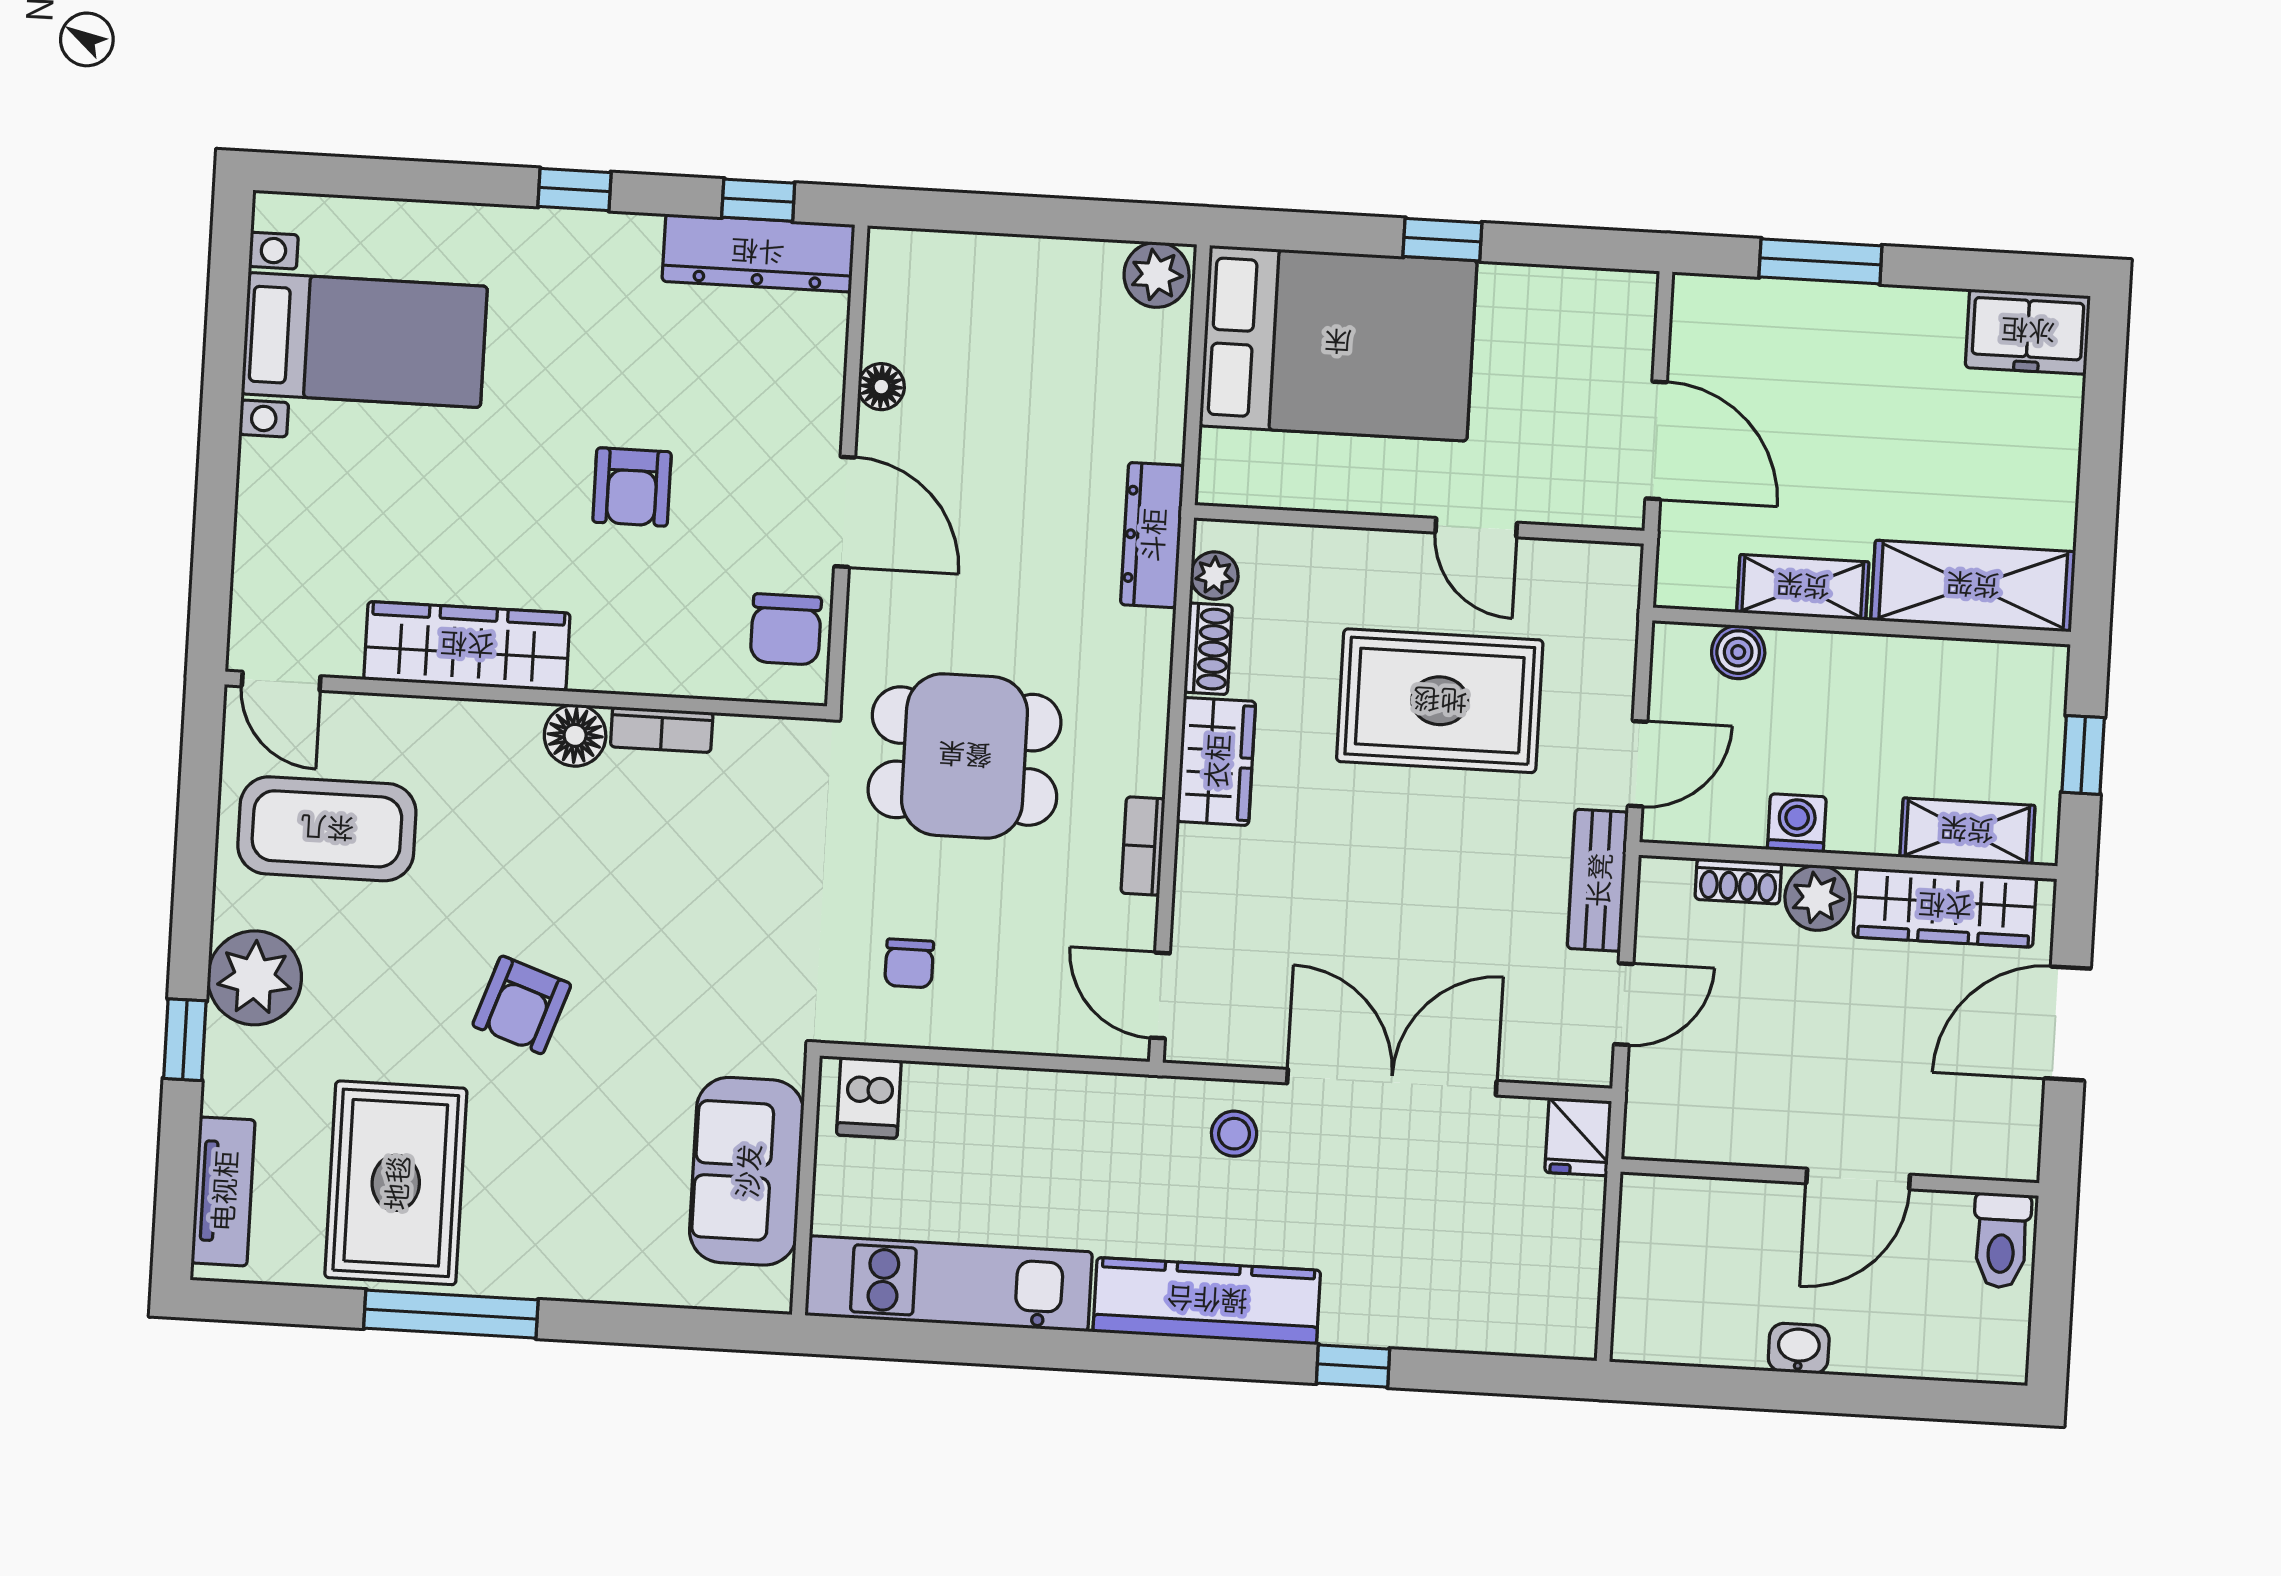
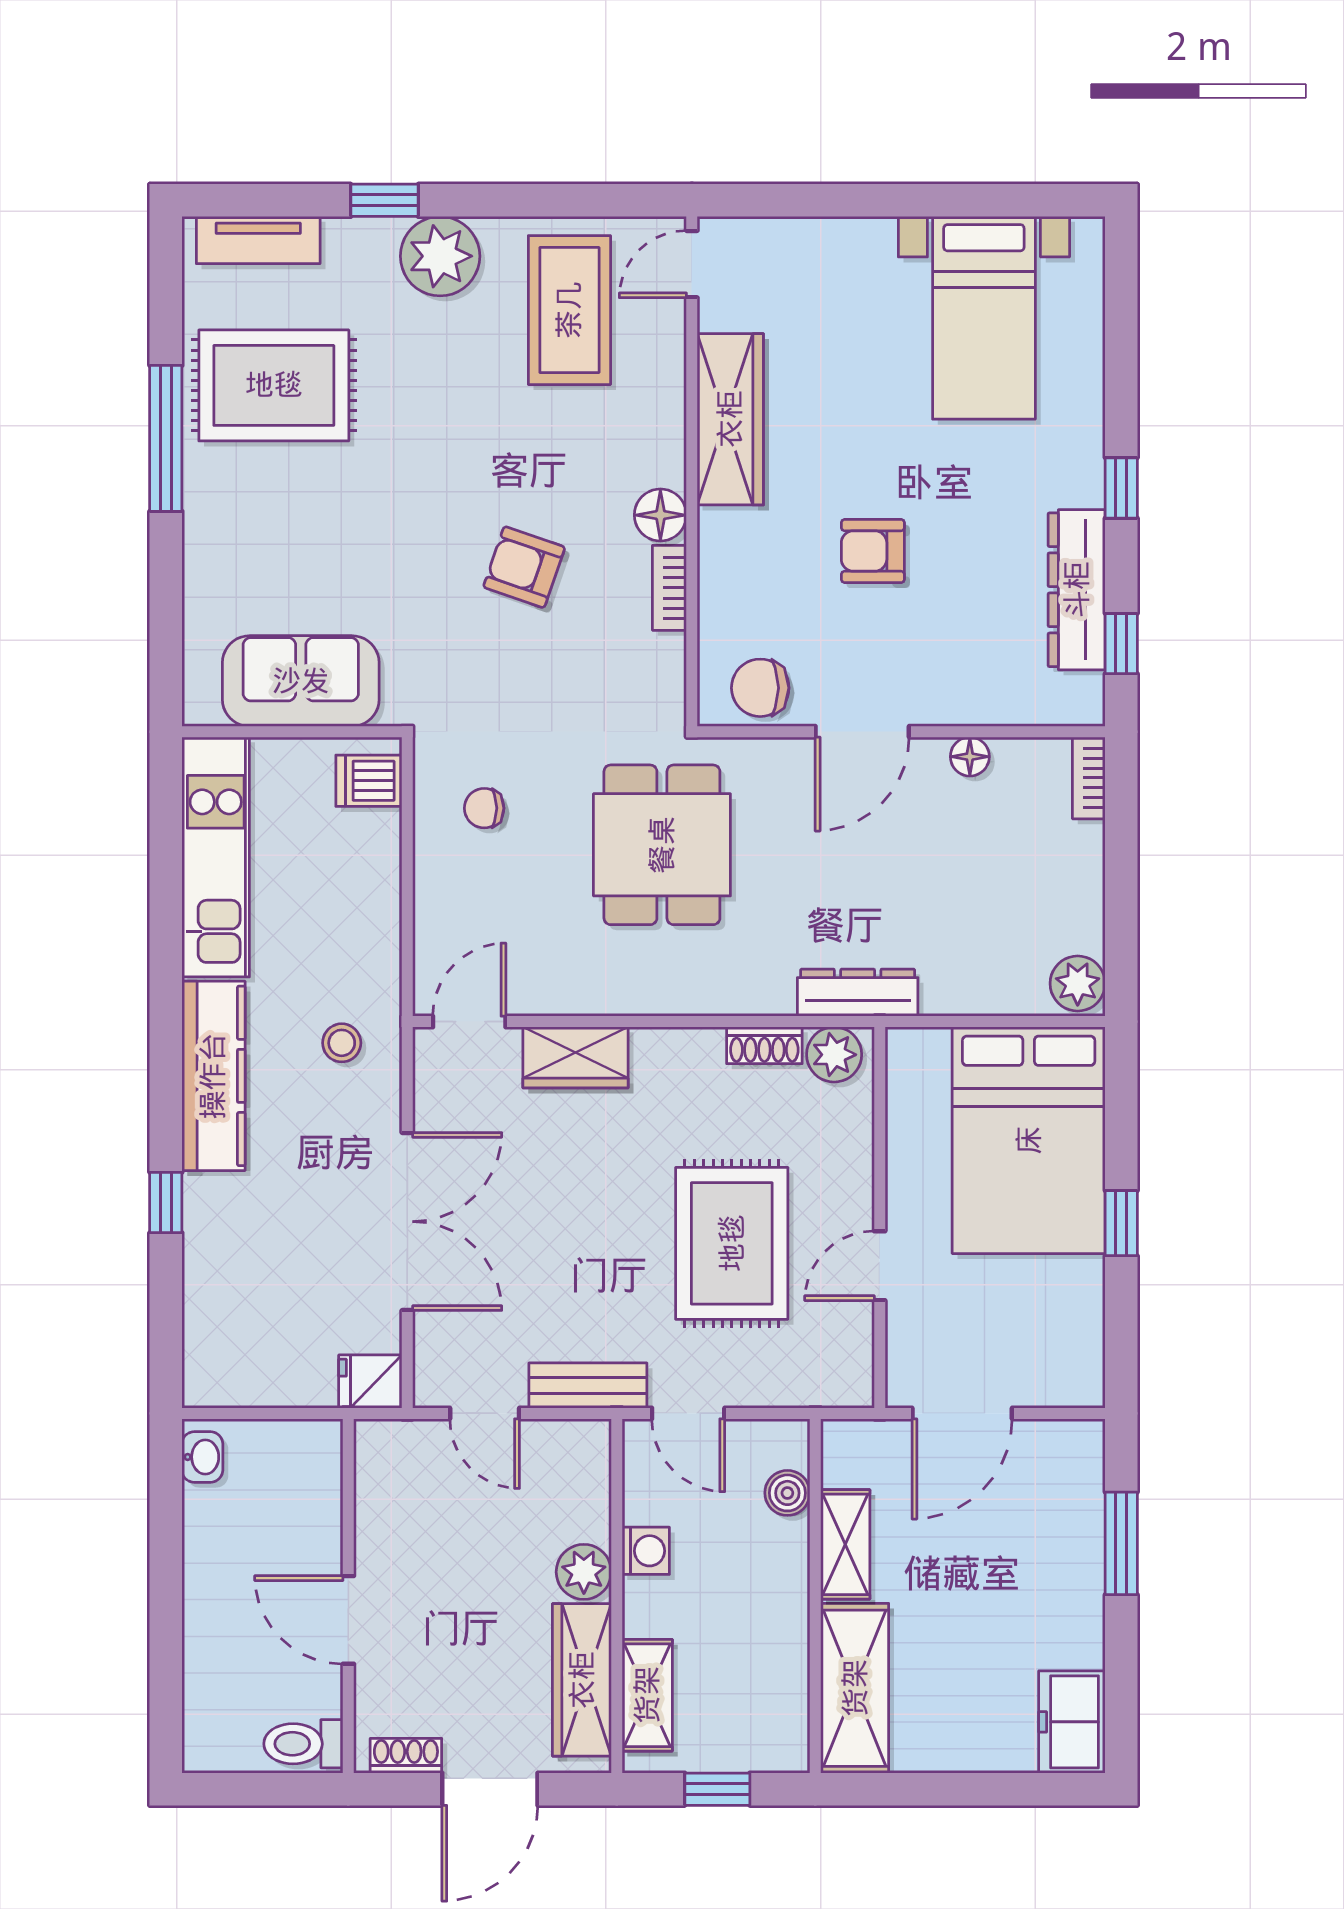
dresser: (758, 253) -> (1077, 590), moved
plant: (1214, 575) -> (834, 1055), width x1.38, depth x1.38
wardrobe: (1216, 761) -> (576, 1057), moved
bookcase: (1143, 846) -> (1089, 778), moved, turned -90
shoe rack: (1738, 881) -> (406, 1756), moved, turned 90
armchair: (522, 1005) -> (524, 567), moved
door: (2068, 1023) -> (490, 1789), swing flipped
stool: (1234, 1134) -> (342, 1043), moved
washbasin: (1799, 1348) -> (202, 1457), moved

